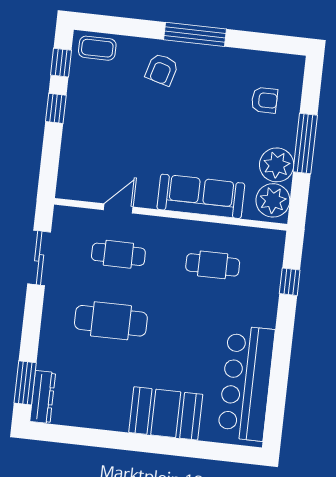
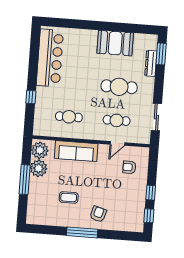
coffee table: (97, 48) -> (69, 197), moved
armchair: (264, 100) -> (129, 167), moved
window: (290, 282) -> (31, 97), moved
dresser: (43, 397) -> (151, 63), moved
booth: (166, 413) -> (115, 43), moved

